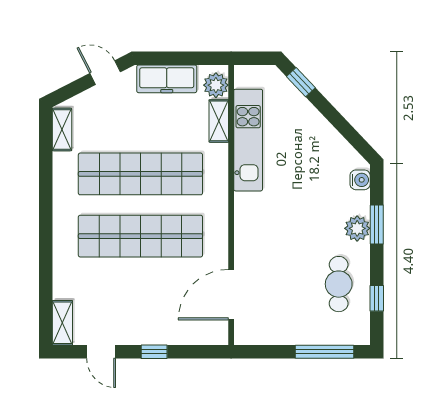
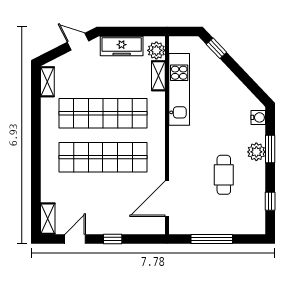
cafe table: (339, 284) -> (224, 175), moved
door: (101, 352) -> (75, 239), swing flipped
window: (325, 352) -> (212, 239), moved

